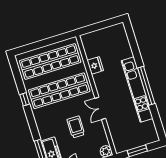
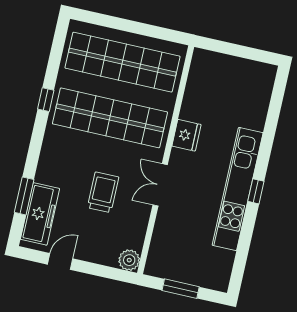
fridge: (95, 65) -> (186, 135), moved
window: (146, 86) -> (256, 191), width x0.32

